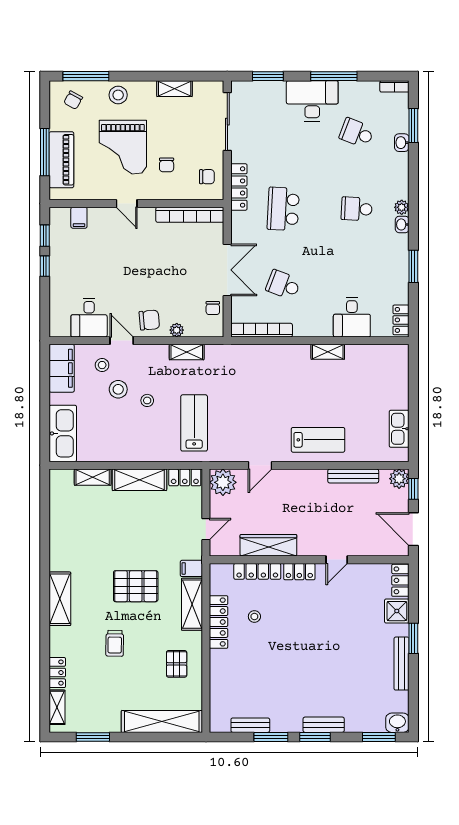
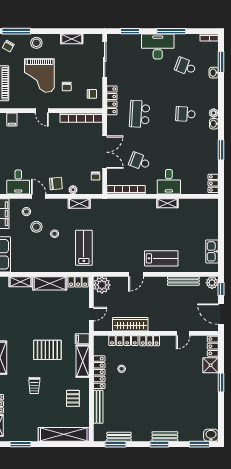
desk: (352, 317) -> (169, 182), moved
door: (260, 465) -> (136, 274), moved
door: (337, 560) -> (183, 333), moved
bench: (402, 664) -> (98, 407), moved
window: (271, 737) -> (115, 444), moved

